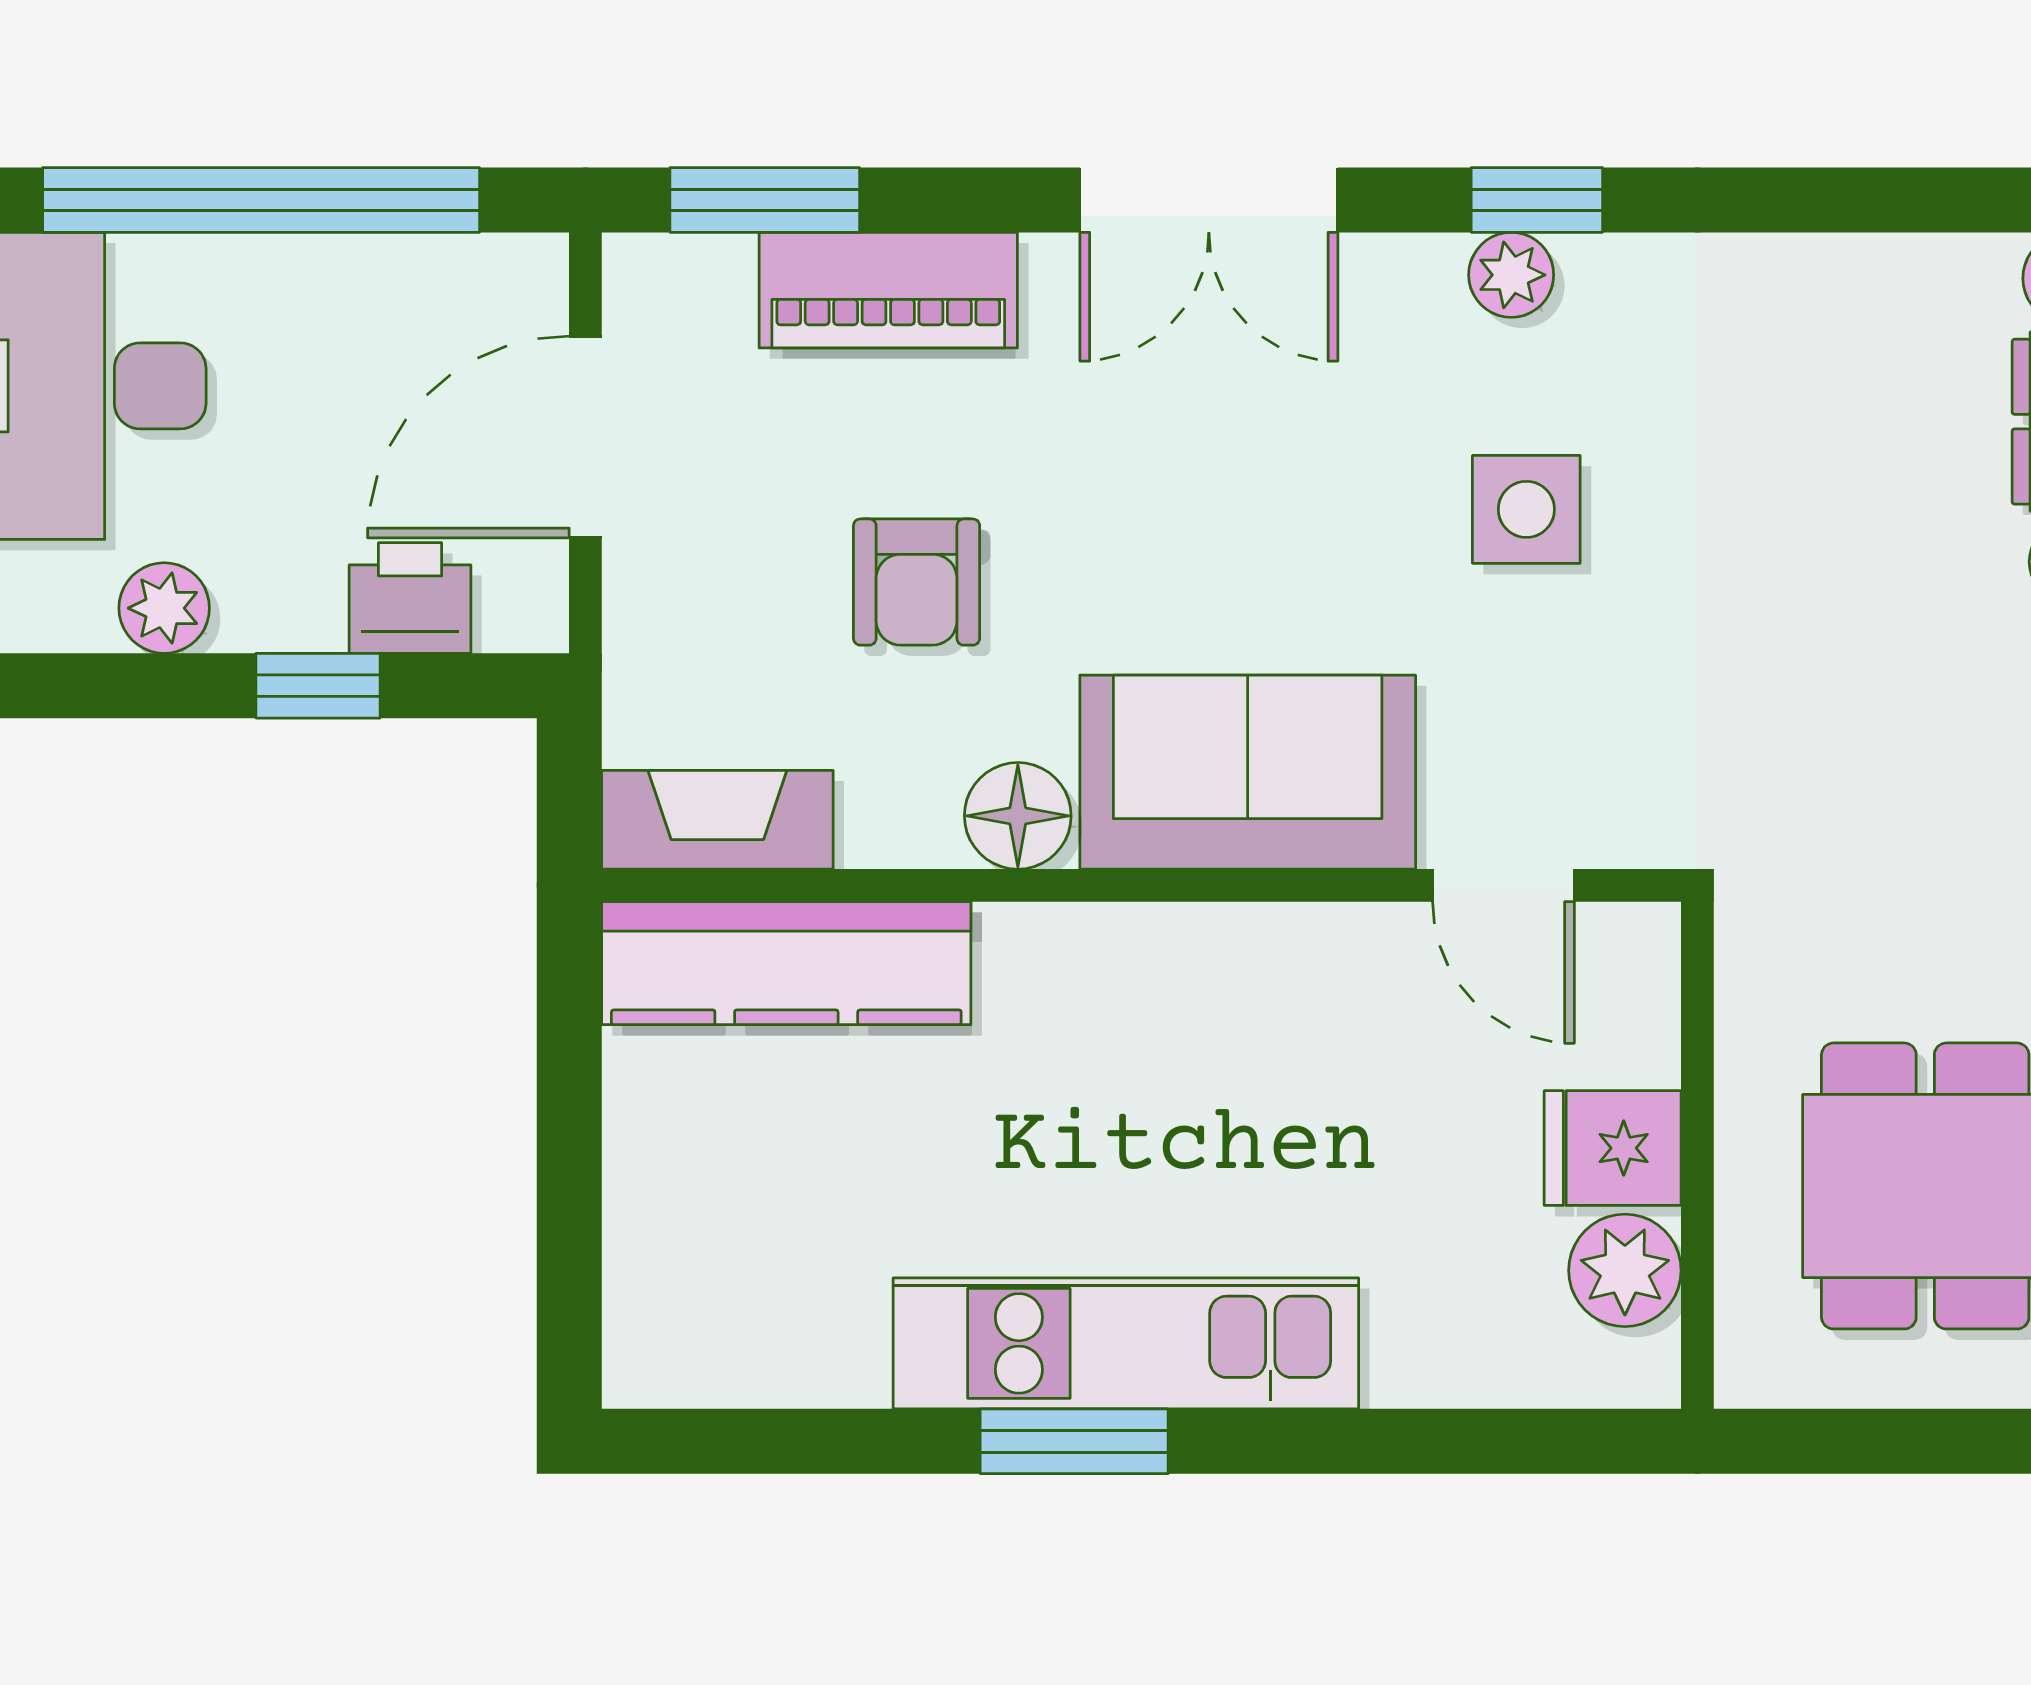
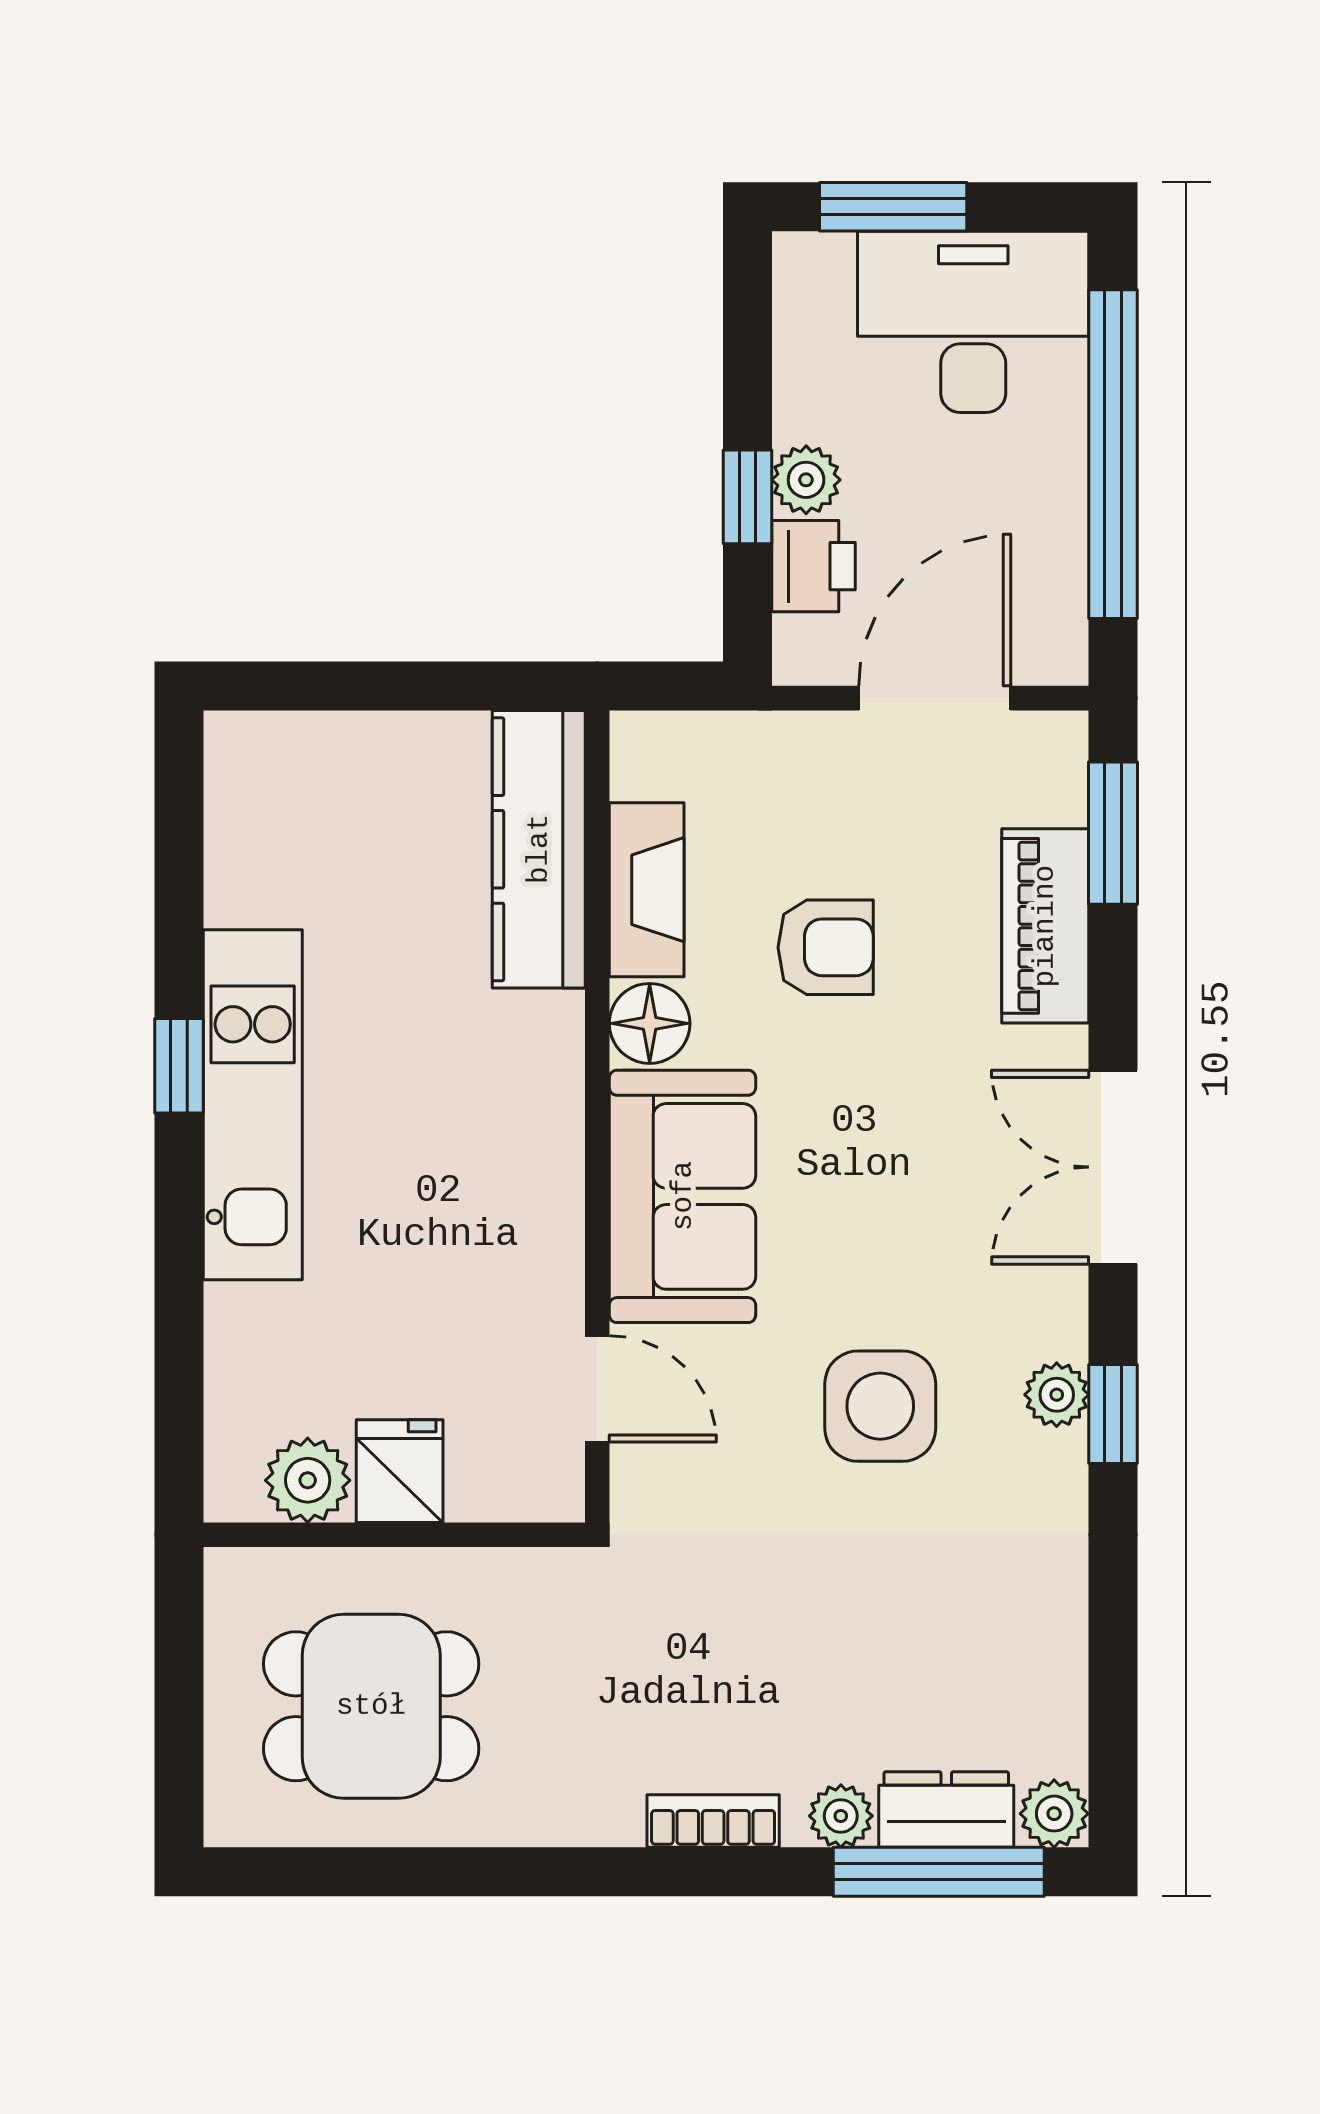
door: (585, 437) -> (935, 698), hinge flipped
side table: (1526, 509) -> (880, 1406), width x1.37, depth x1.37
armchair: (917, 582) -> (826, 947), turned 180
plant: (164, 608) -> (806, 480), moved
fireplace: (717, 820) -> (647, 890), moved
door: (1504, 885) -> (597, 1389), swing flipped
window: (1074, 1441) -> (179, 1066), width x0.67

